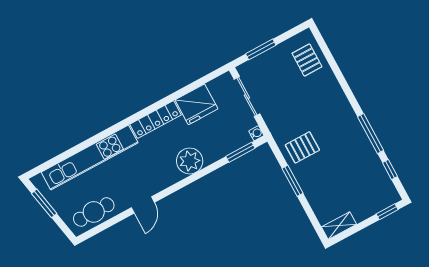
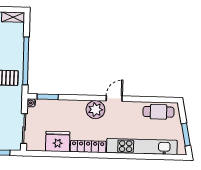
plant: (190, 161) -> (95, 110), moved
window: (292, 181) -> (26, 61), width x2.11
door: (143, 205) -> (114, 98), moved

